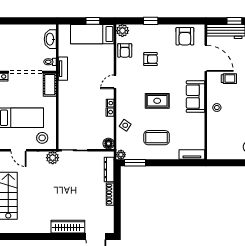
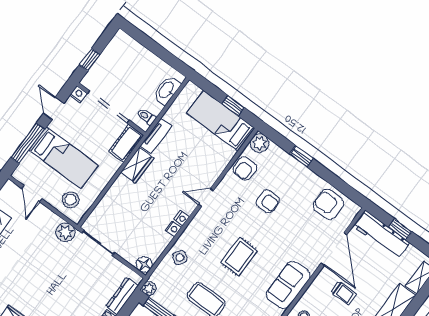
armchair: (185, 36) -> (328, 204), turned 90
wardrobe: (65, 92) -> (137, 165), added
rug: (157, 101) -> (239, 257), turned 90

